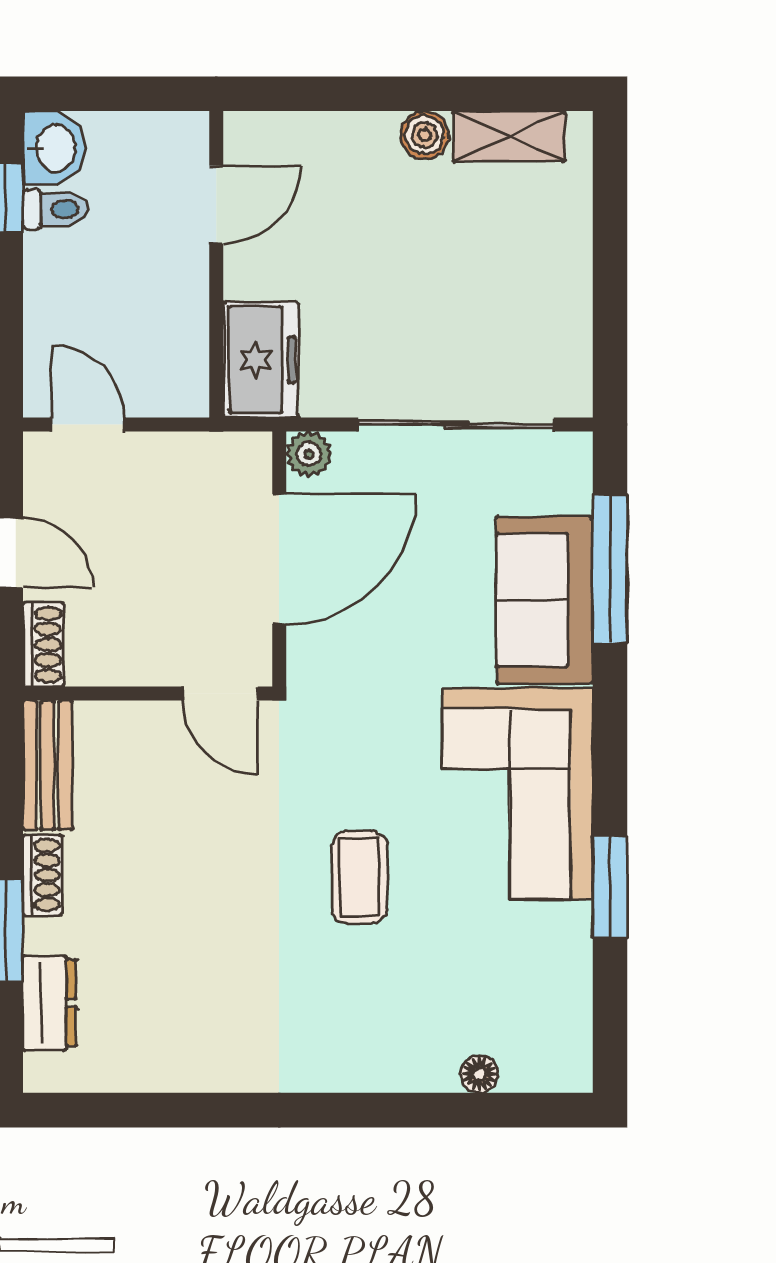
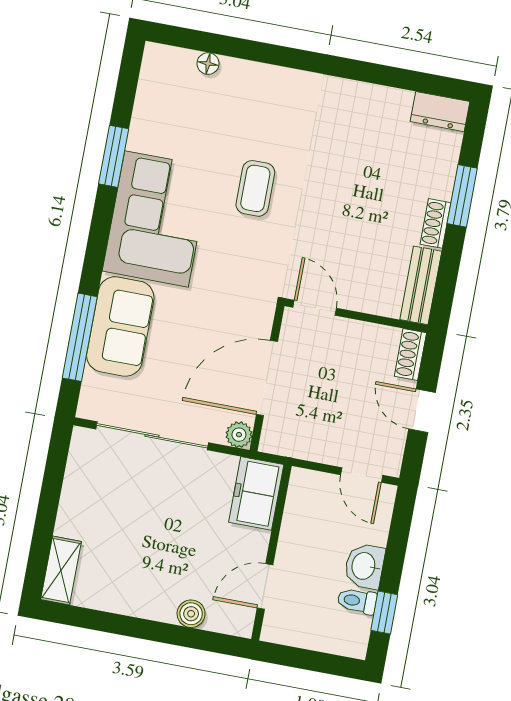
boiler: (425, 135) -> (191, 614), moved
shelving: (509, 136) -> (61, 570), moved, turned 90
washbasin: (54, 148) -> (364, 566), moved
dresser: (49, 1003) -> (440, 112), moved, turned -90

